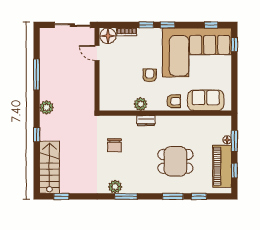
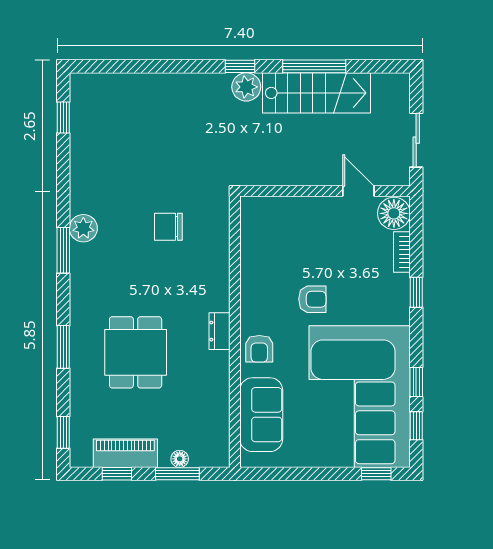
sliding door: (72, 25) -> (416, 140), width x0.73
window: (168, 25) -> (416, 382), moved
door: (97, 53) -> (358, 191), hinge flipped
plant: (141, 104) -> (253, 281), removed
dresser: (146, 121) -> (219, 331), moved
window: (37, 135) -> (240, 66), moved
piano: (222, 166) -> (125, 453), width x0.73, depth x0.75
stairs: (49, 167) -> (316, 93), moved
window: (199, 196) -> (63, 432), moved

